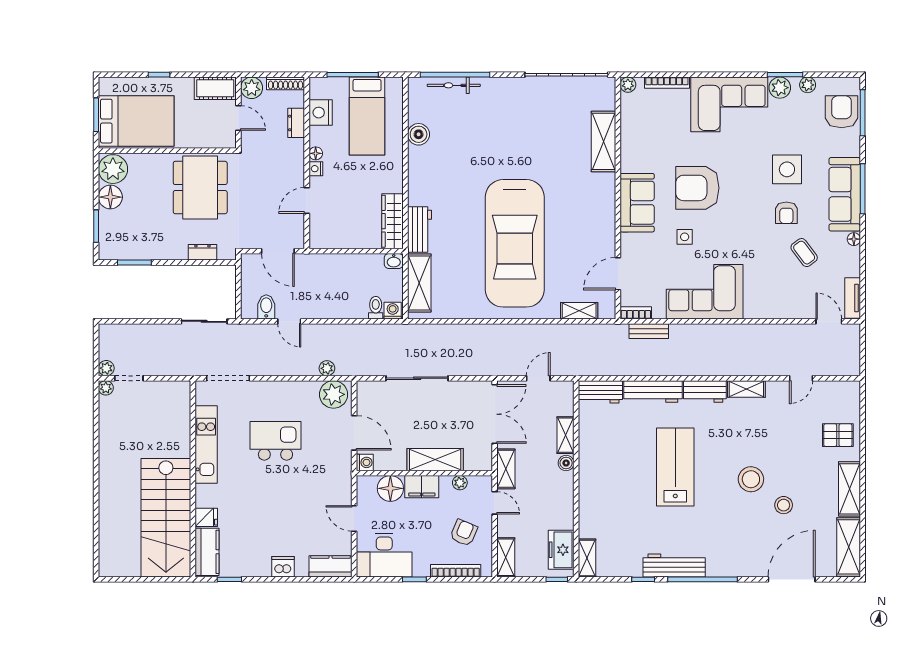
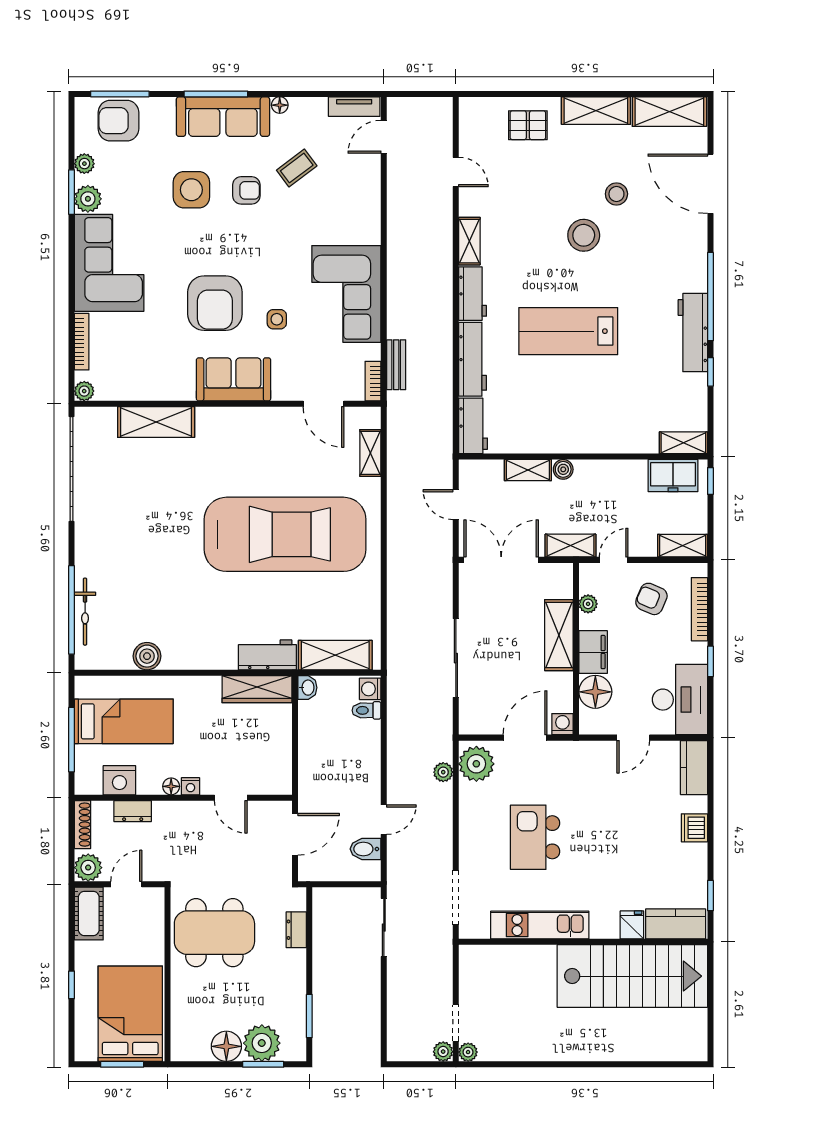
plant: (113, 169) -> (262, 1043), moved
pallet: (838, 435) -> (528, 125), turned 90

